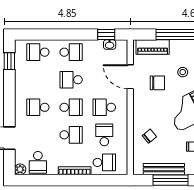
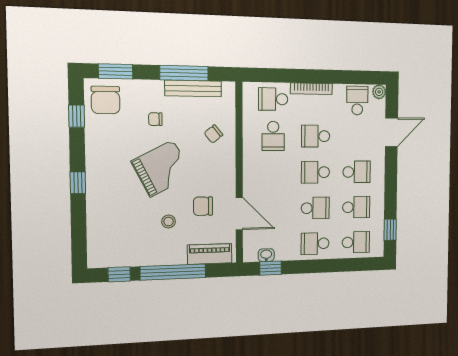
school desk: (104, 107) -> (356, 207), moved

